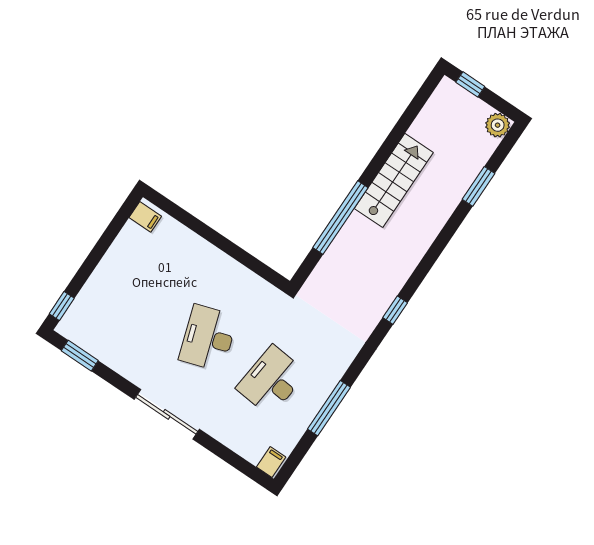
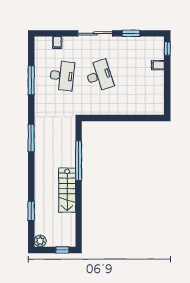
filing cabinet: (145, 217) -> (158, 65), moved
window: (395, 310) -> (31, 138), width x2.17
window: (80, 356) -> (131, 33), moved
filing cabinet: (271, 462) -> (57, 43), moved

